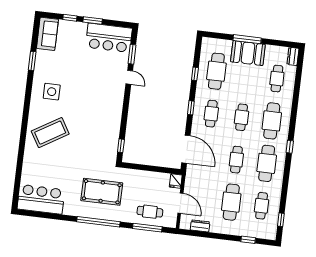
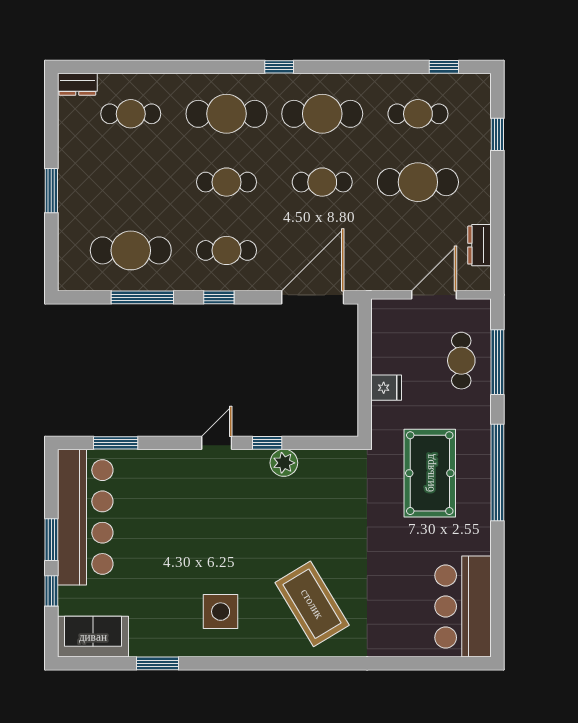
bar counter: (109, 38) -> (85, 517), width x1.36
window: (247, 39) -> (51, 191), width x0.69
booth: (248, 53) -> (82, 185), removed
window: (195, 74) -> (142, 297), width x2.17
door: (129, 77) -> (217, 443), moved
plant: (114, 128) -> (284, 463), added
window: (121, 146) -> (267, 443), moved
fridge: (176, 181) -> (386, 388), moved

